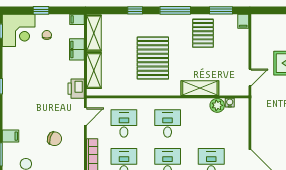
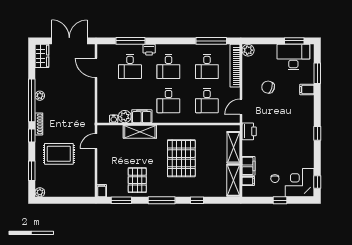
filing cabinet: (77, 19) -> (248, 181), moved
filing cabinet: (198, 106) -> (142, 116), added

